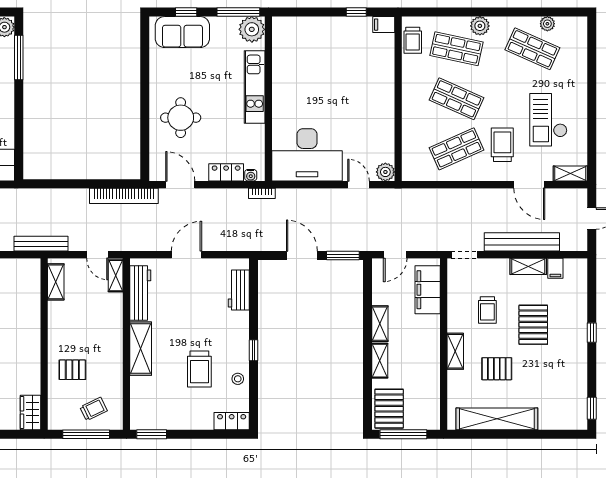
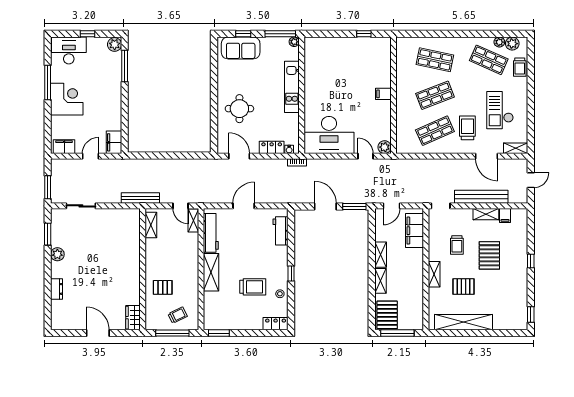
filing cabinet: (384, 25) -> (383, 94), moved
plant: (480, 26) -> (512, 44), moved
plant: (252, 29) -> (294, 42), width x0.53, depth x0.53
trolley: (413, 40) -> (520, 67), moved
shop shelf: (456, 99) -> (435, 95), turned -45
bookcase: (124, 196) -> (199, 164), removed
trolley: (199, 369) -> (253, 287), turned -90

